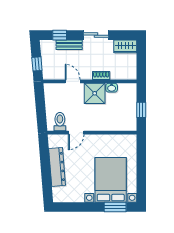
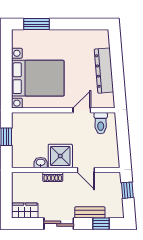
bed with nightstands: (111, 180) -> (38, 78), moved, turned -90

